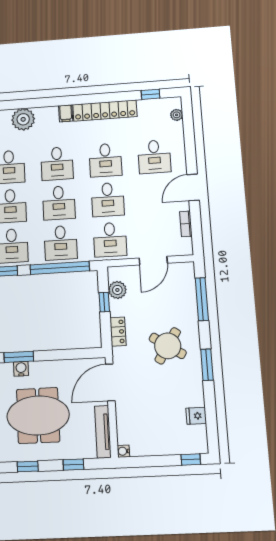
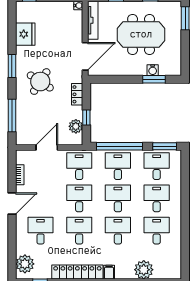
plant: (177, 115) -> (25, 264), width x1.87, depth x1.87
fridge: (196, 416) -> (25, 34), width x1.88, depth x1.34

